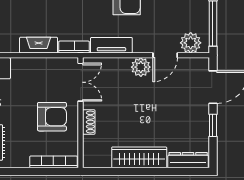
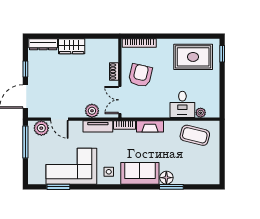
door: (165, 55) -> (59, 119), swing flipped
plant: (141, 67) -> (92, 111), moved
armchair: (52, 117) -> (140, 75), turned 103
wardrobe: (139, 157) -> (72, 46), width x0.67

